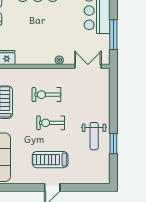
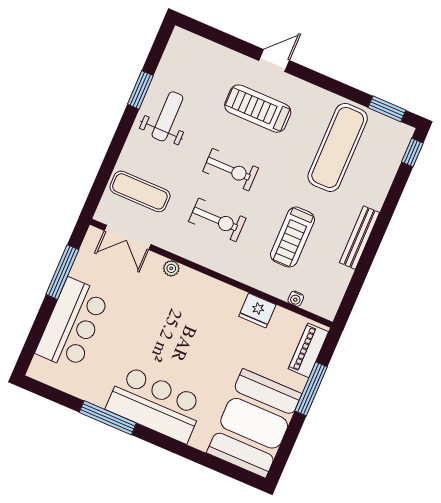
exercise mat: (92, 92) -> (140, 191), added
treadmill: (50, 160) -> (258, 109), turned 180

